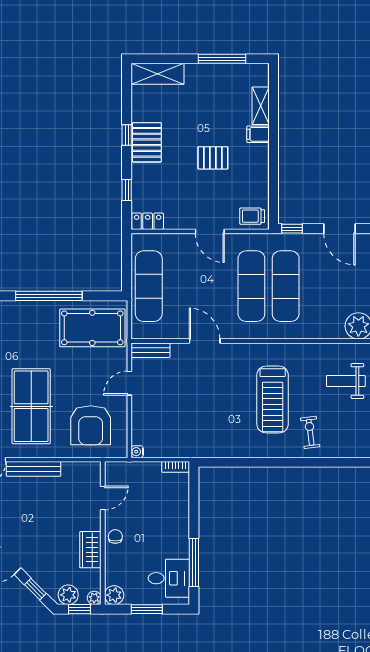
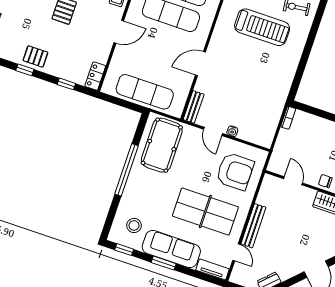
pallet: (147, 142) -> (35, 56), width x0.67, depth x0.71
water cooler: (137, 452) -> (232, 131), moved

